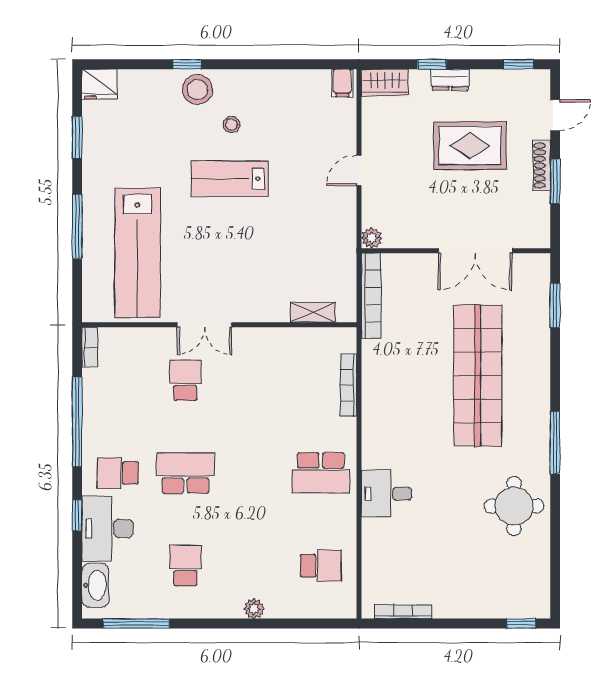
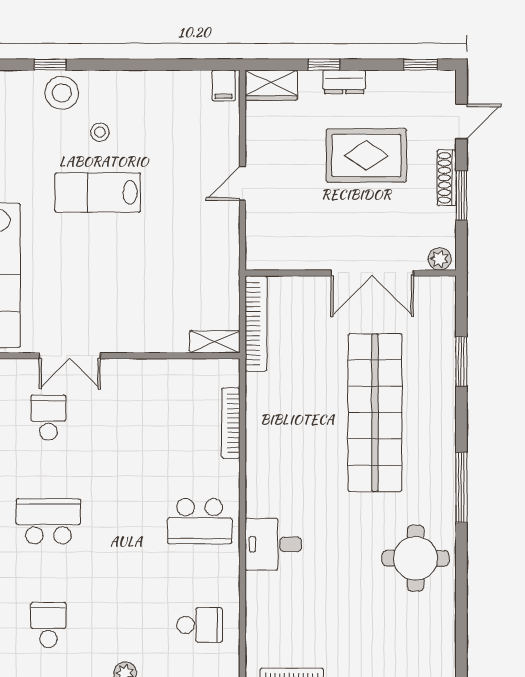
plant: (372, 238) -> (440, 259), moved
window: (555, 305) -> (461, 361), moved
shelving: (313, 312) -> (215, 342), moved

